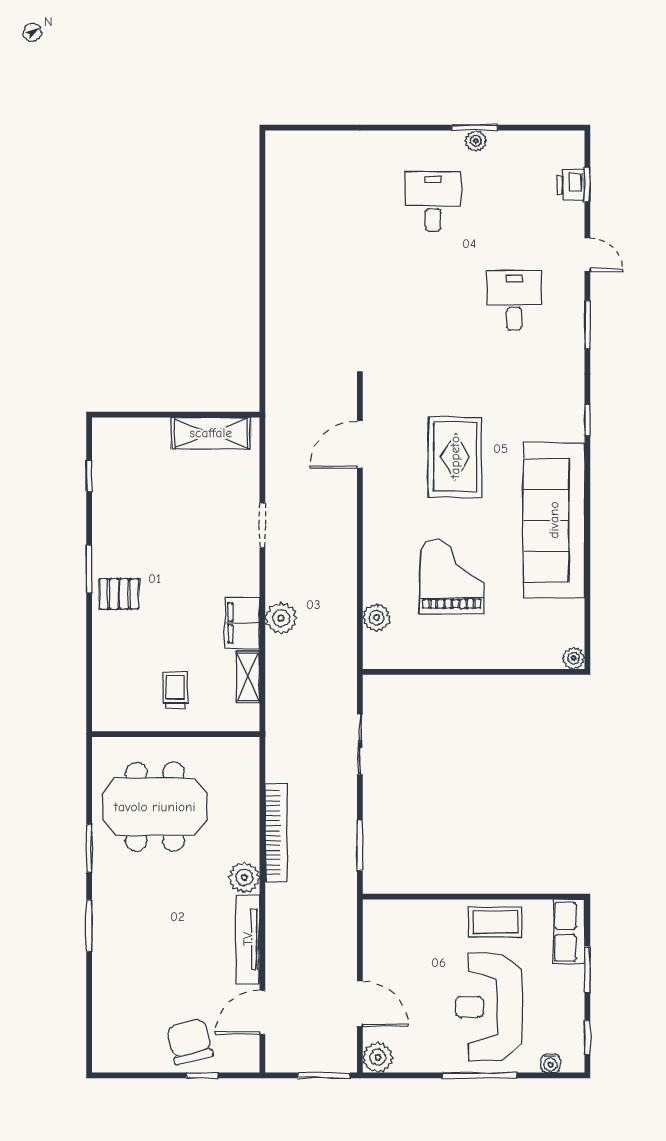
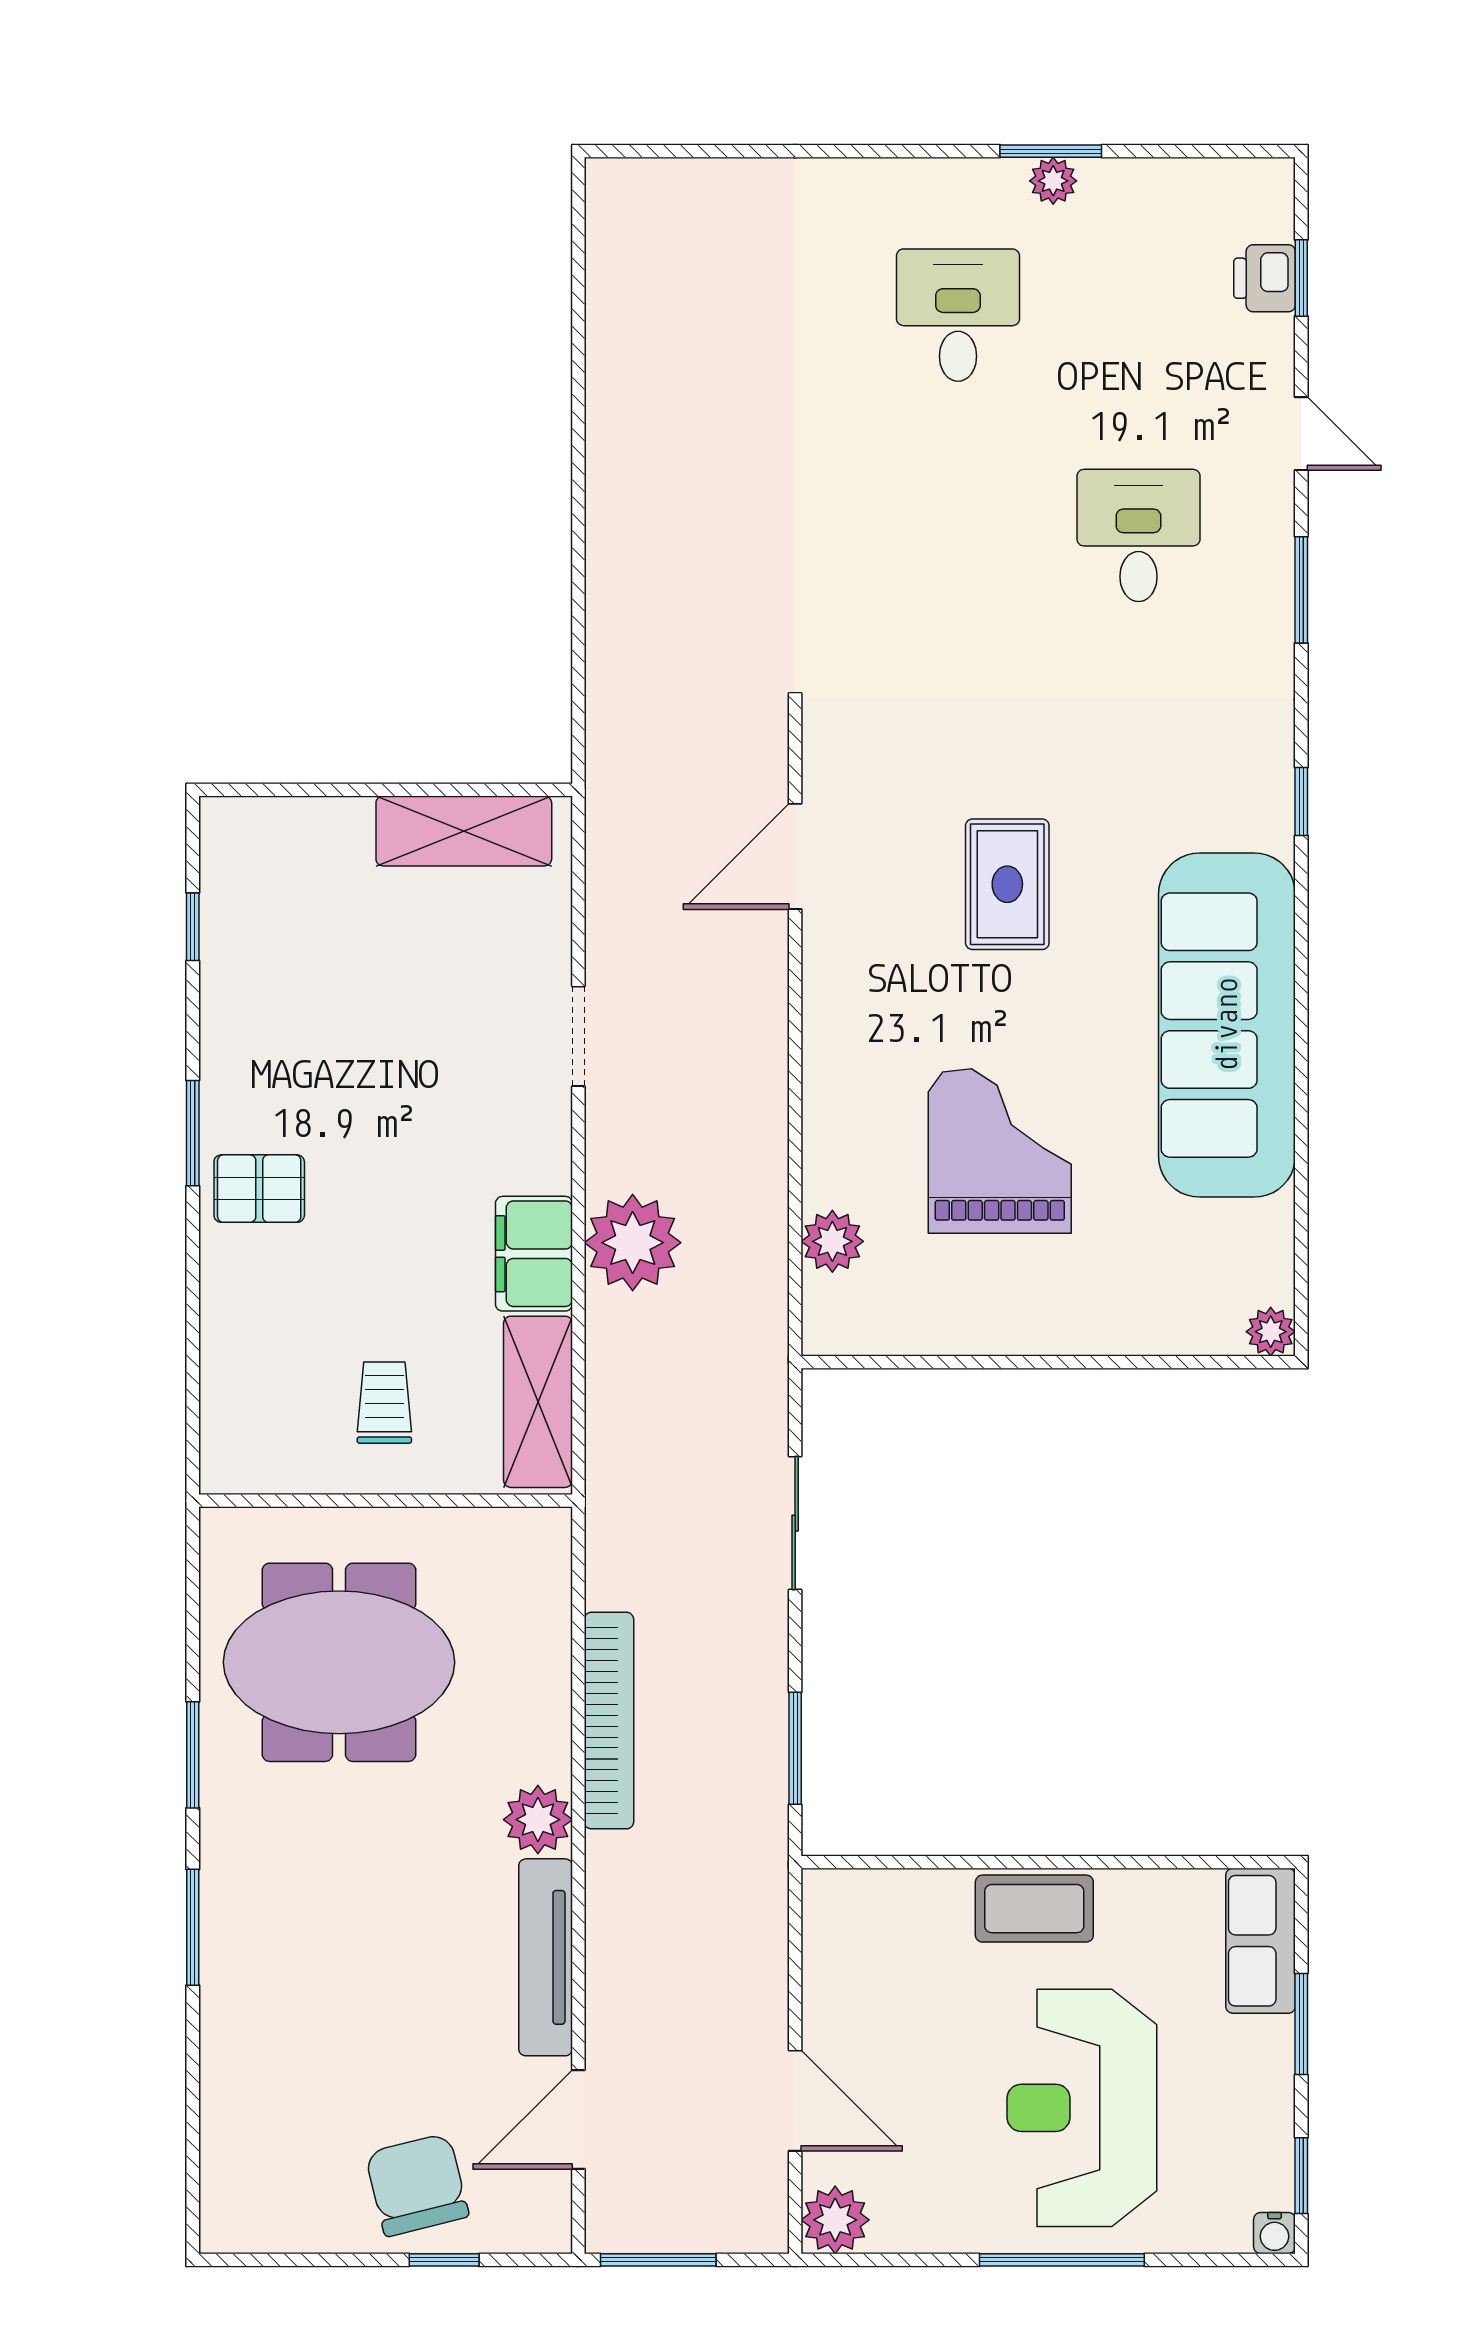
rug: (455, 457) -> (1007, 884), width x0.73, depth x0.70
plant: (281, 618) -> (633, 1243), width x1.36, depth x1.36
shelving: (248, 677) -> (538, 1402), width x1.50, depth x1.33
coffee table: (495, 922) -> (1034, 1909), moved
water cooler: (550, 1063) -> (1274, 2233), moved
window: (324, 1075) -> (658, 2260), moved

